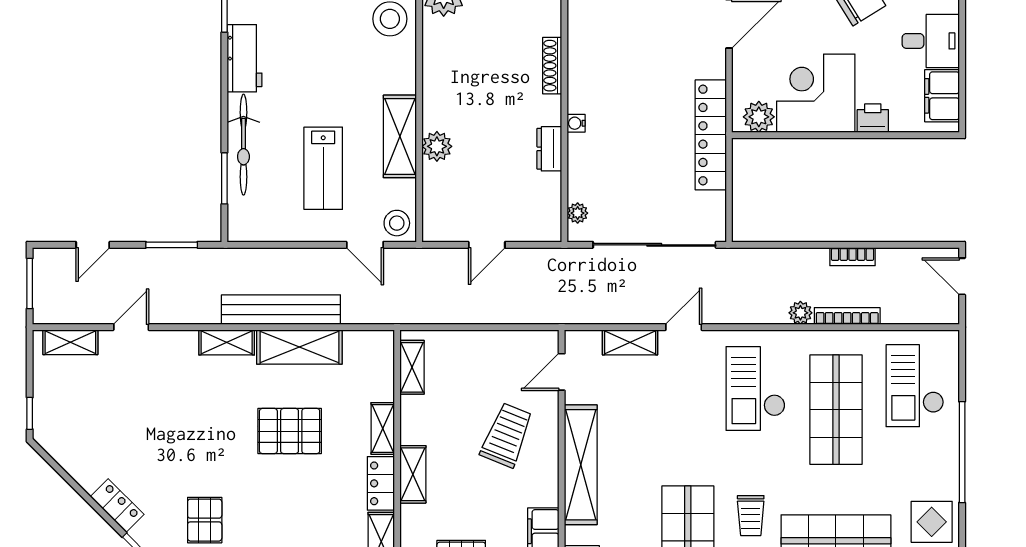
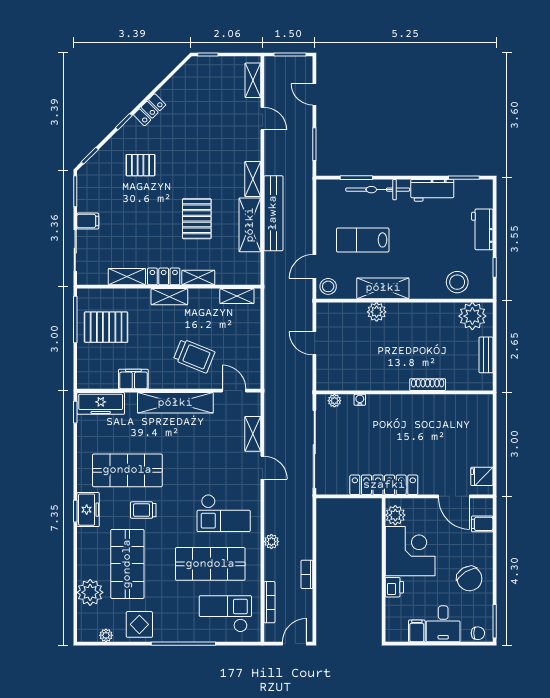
filing cabinet: (942, 96) -> (417, 631), width x0.50
water cooler: (576, 123) -> (360, 400), moved
dresser: (549, 149) -> (375, 383), removed
bookcase: (847, 316) -> (269, 602), moved
checkout: (756, 388) -> (224, 513), turned 180

